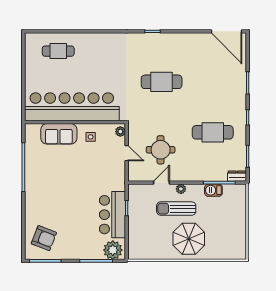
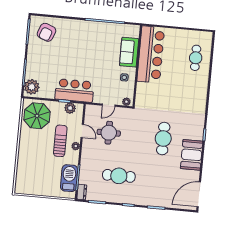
booth: (178, 45) -> (192, 155), added
bar counter: (72, 107) -> (151, 54), width x0.73
cafe table: (213, 132) -> (119, 176), turned 90
barbecue: (213, 190) -> (69, 178), width x1.88, depth x1.53
plant: (135, 200) -> (70, 108), added
bar counter: (112, 215) -> (74, 90), moved
parasol: (189, 239) -> (37, 116), moved

